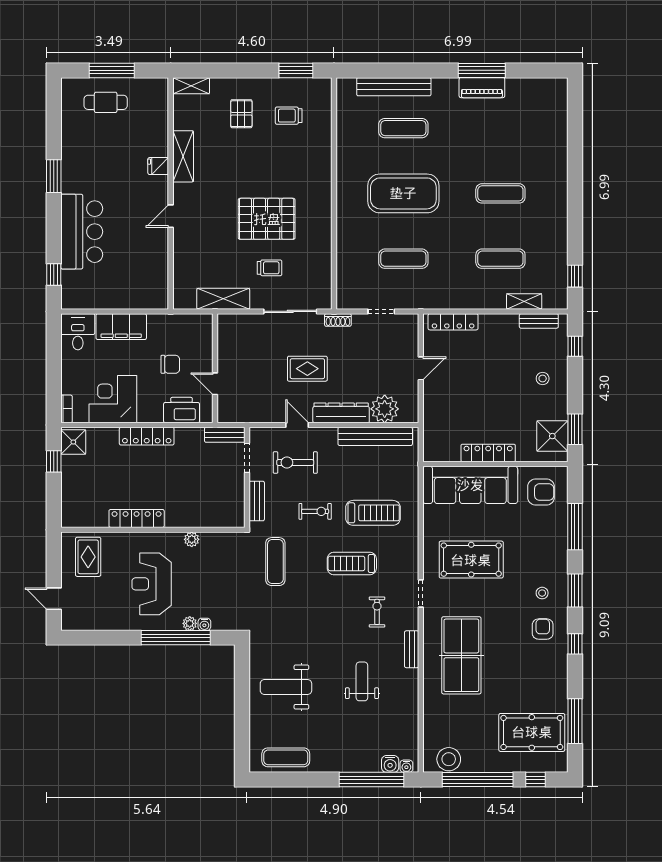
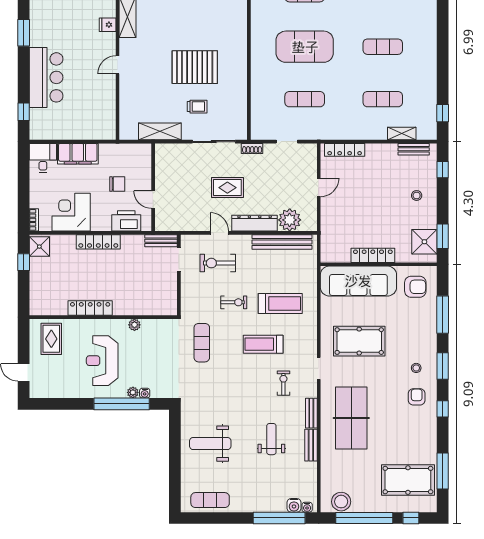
bench: (257, 501) -> (311, 445), moved

